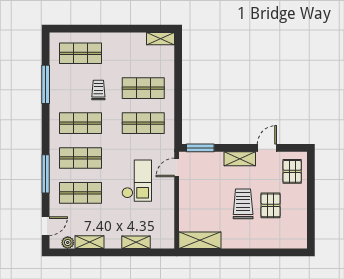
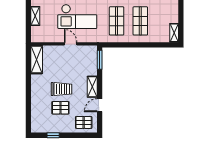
door: (267, 148) -> (100, 105), swing flipped
door: (177, 167) -> (71, 44), moved
checkout: (137, 181) -> (77, 17), width x1.36, depth x1.21
window: (311, 216) -> (53, 135), added

